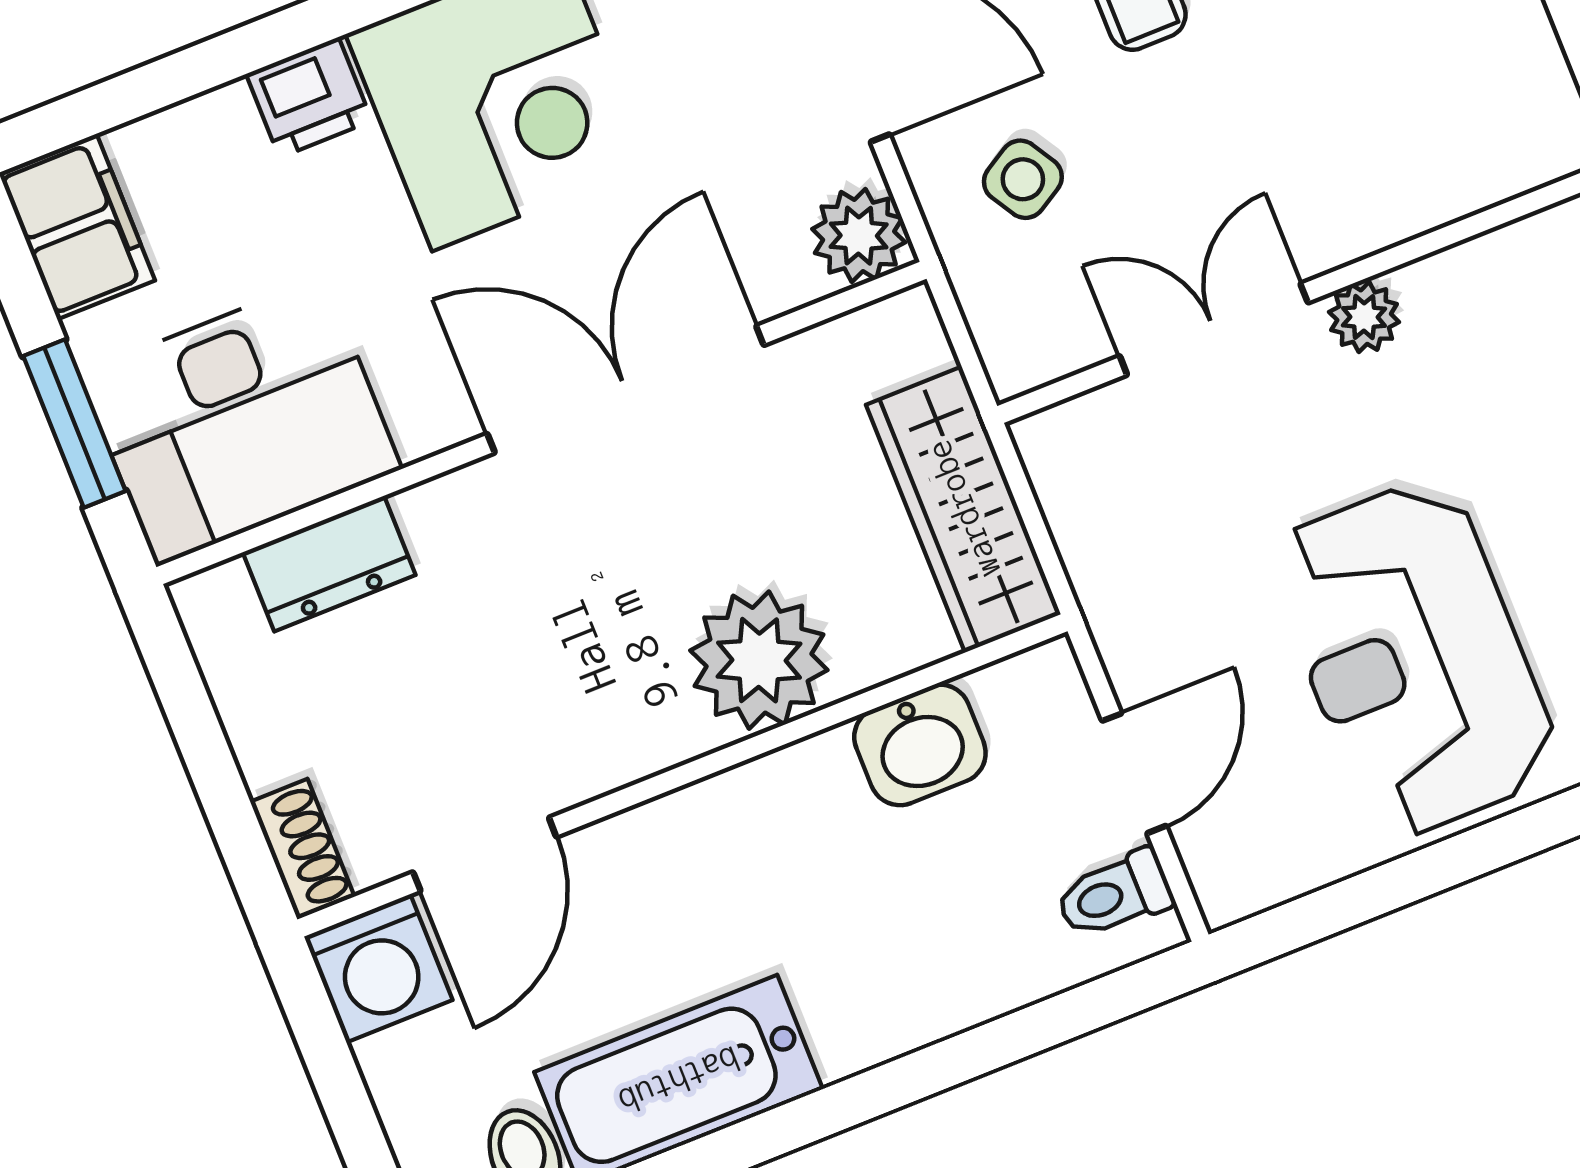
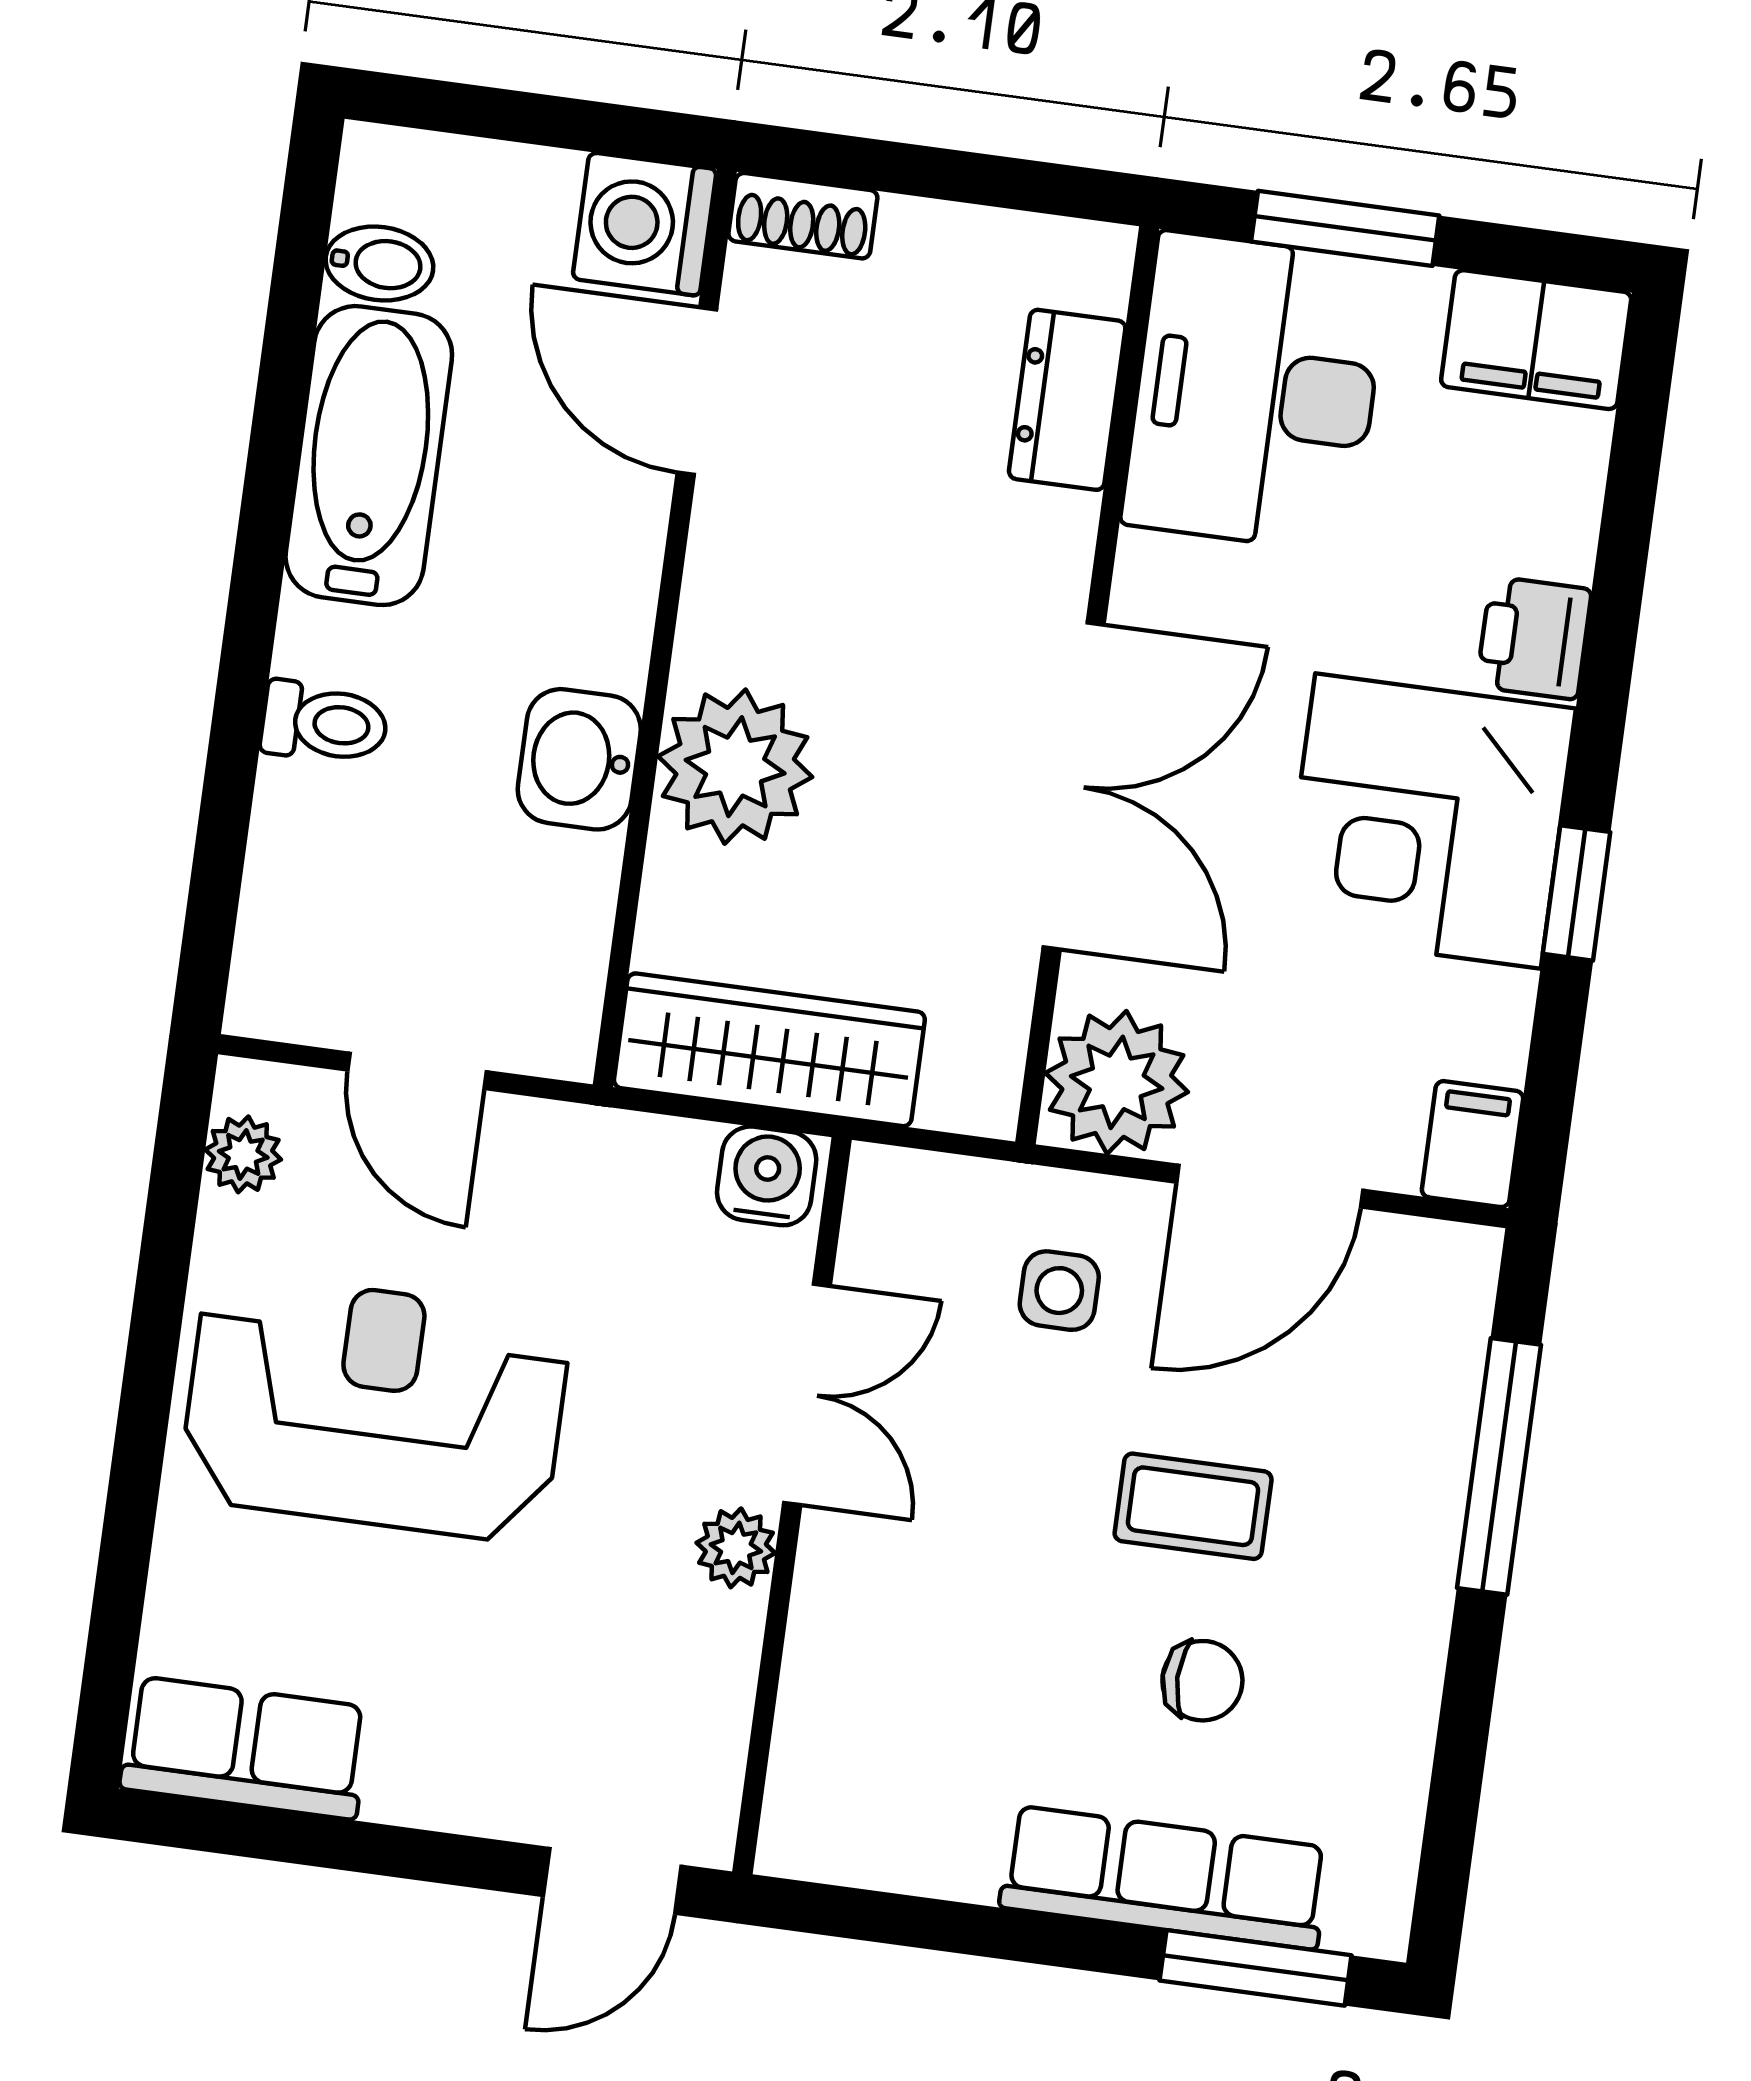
side table: (1023, 179) -> (1059, 1291), turned 31
plant: (859, 236) -> (1117, 1082), width x1.36, depth x1.36
water cooler: (1062, 456) -> (767, 1176), added
washbasin: (920, 745) -> (579, 759), moved
plant: (1275, 871) -> (243, 1154), added
toilet: (1114, 894) -> (324, 723), moved, turned 90

